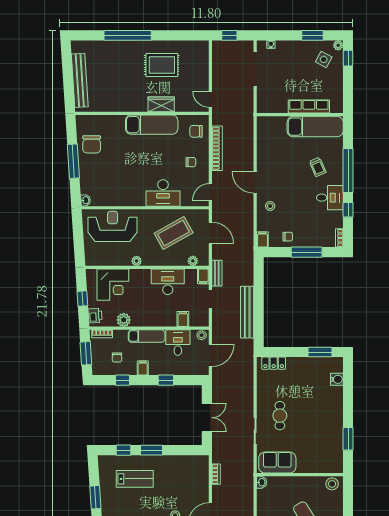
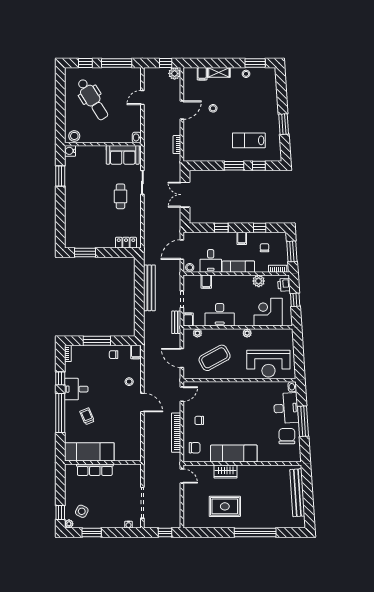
desk: (163, 193) -> (286, 408), moved, turned 86
water cooler: (337, 379) -> (70, 151), moved

